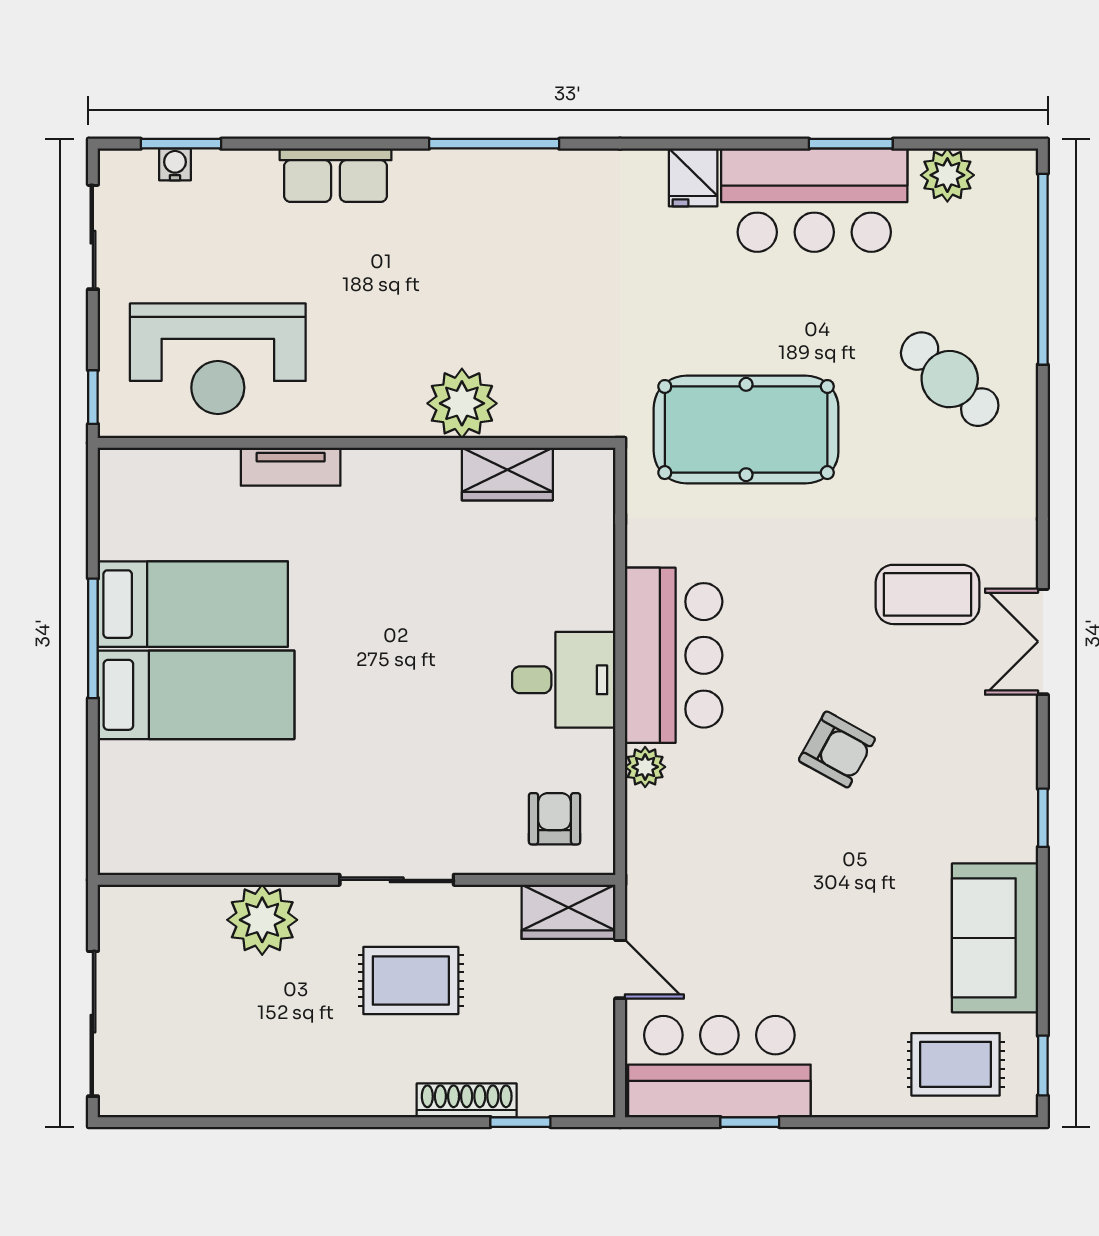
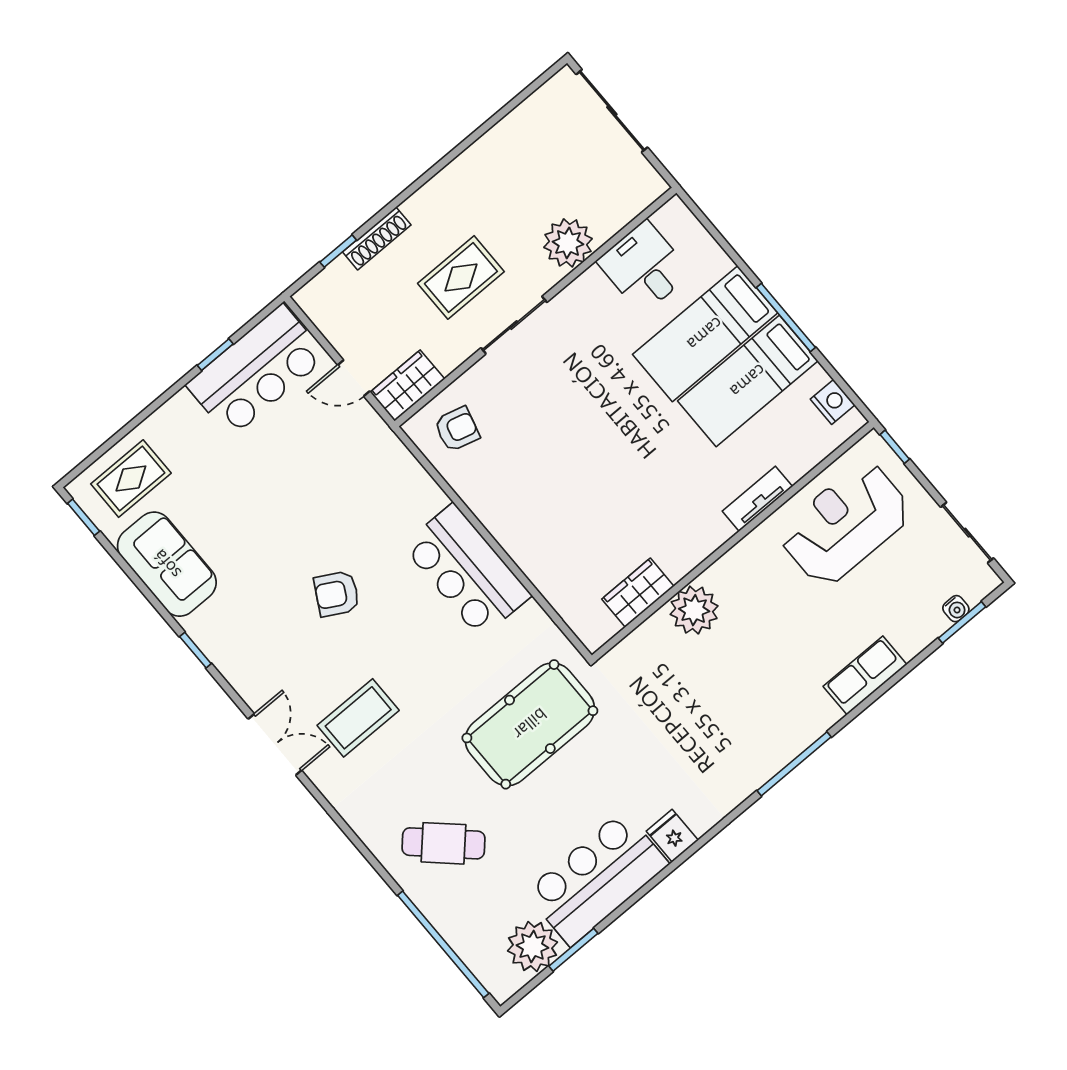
window: (851, 144) -> (573, 950), moved
plant: (947, 175) -> (532, 947), width x1.36, depth x1.36
nightstand: (120, 503) -> (833, 402), added
desk: (564, 680) -> (644, 267), moved, turned 90
plant: (645, 767) -> (432, 498), removed
armchair: (555, 819) -> (457, 429), turned -75

